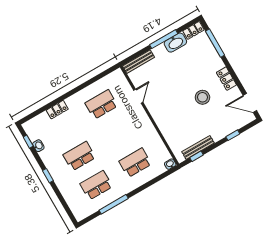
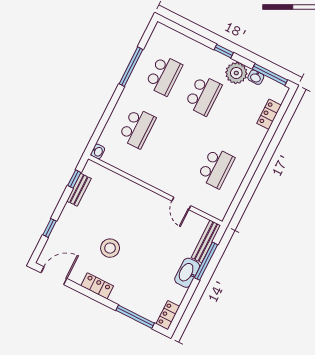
window: (164, 39) -> (206, 261), moved
washbasin: (175, 43) -> (187, 273), moved
locker: (57, 110) -> (269, 114), moved
window: (28, 142) -> (270, 74), width x2.17
bench: (198, 147) -> (79, 190), width x0.73
plant: (49, 156) -> (236, 73), added

